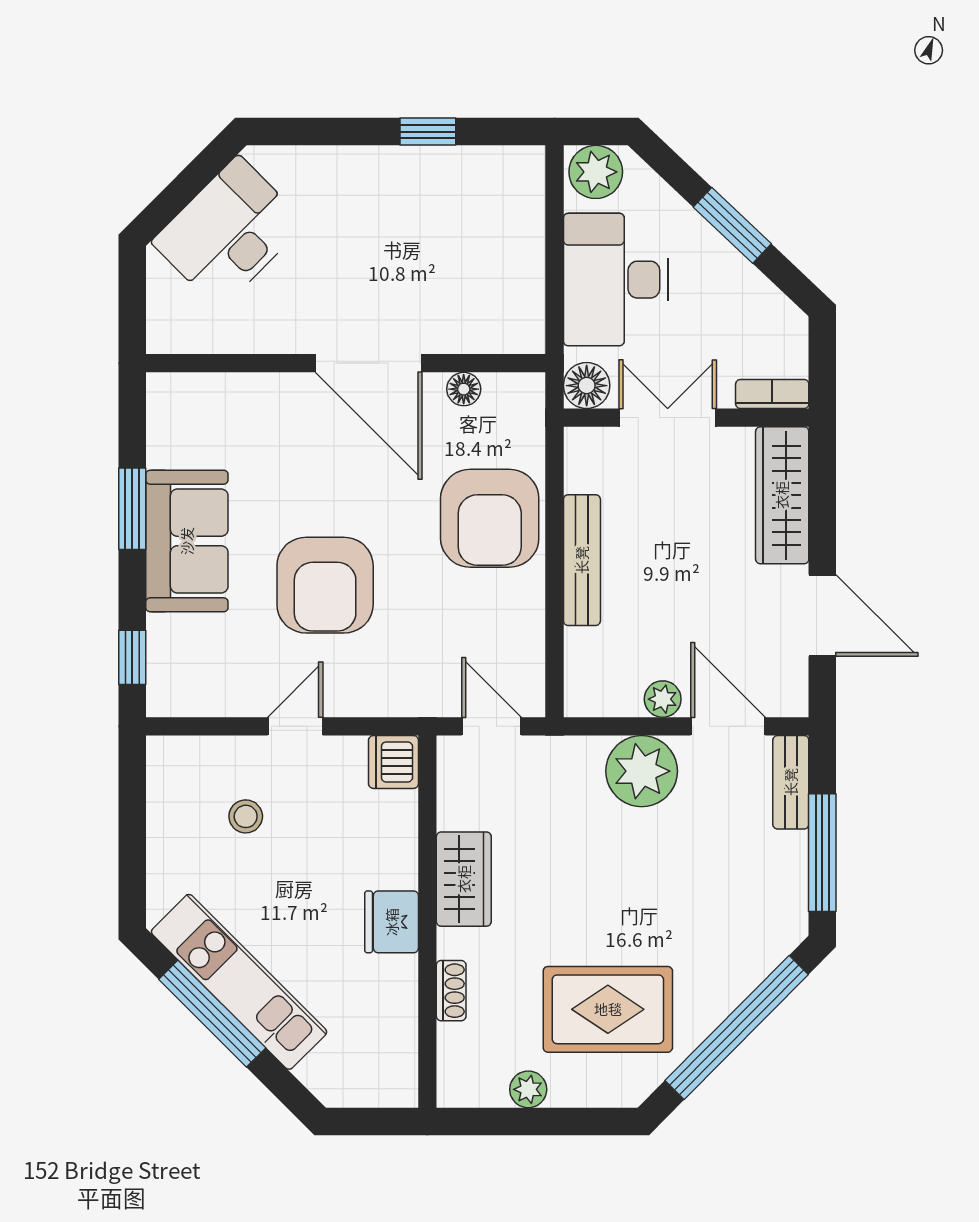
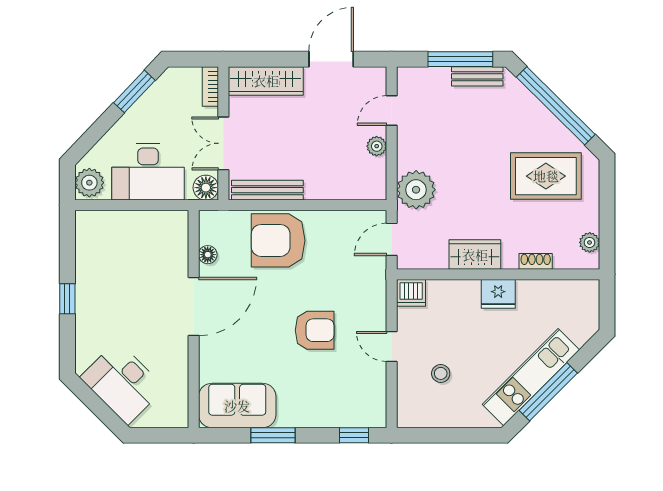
window: (428, 132) -> (67, 299), moved
window: (732, 225) -> (134, 91), moved
armchair: (490, 518) -> (278, 240), turned 180
sofa: (187, 541) -> (237, 406), moved
bench: (582, 560) -> (267, 190), moved
armchair: (325, 585) -> (315, 330), width x0.73, depth x0.73
door: (728, 726) -> (392, 110), width x0.73
plant: (642, 771) -> (416, 190), moved
bench: (791, 782) -> (477, 76), moved
rug: (608, 1009) -> (546, 176), turned 90
plant: (528, 1089) -> (590, 242), moved

